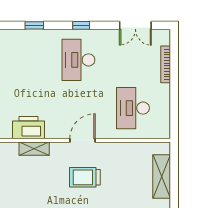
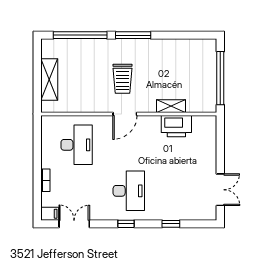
filing cabinet: (161, 36) -> (50, 214), added
bookcase: (166, 64) -> (45, 180), width x0.64
trolley: (85, 177) -> (122, 79), turned 90

